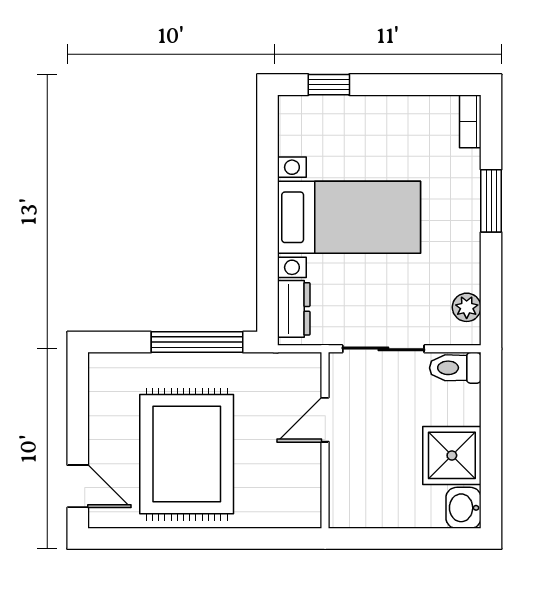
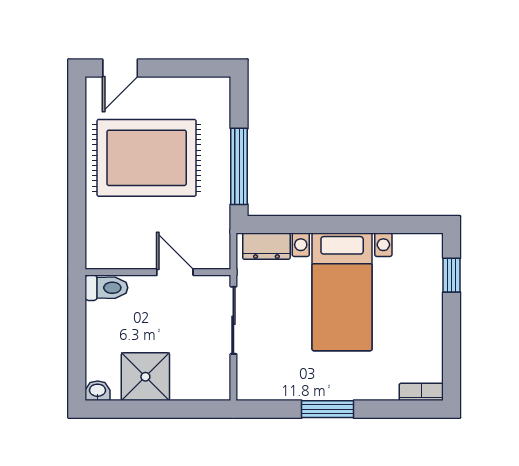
window: (491, 201) -> (328, 409), moved
plant: (467, 307) -> (268, 389), removed
toilet: (455, 368) -> (106, 288), moved, turned 90
washbasin: (464, 508) -> (98, 391), width x0.72, depth x0.69

